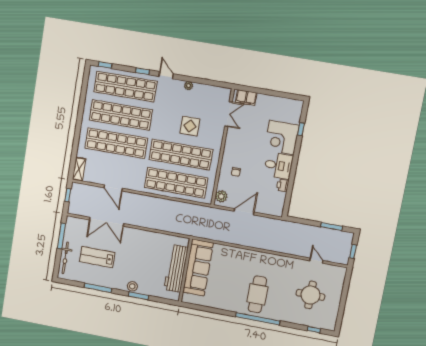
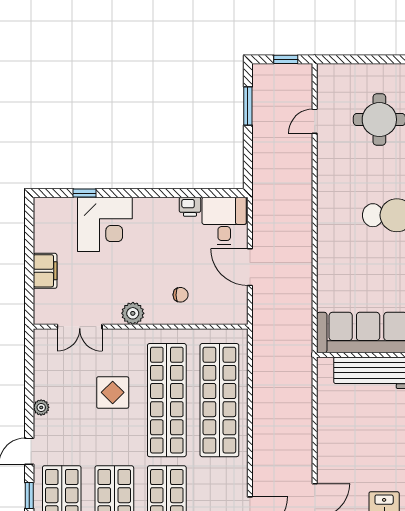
filing cabinet: (246, 98) -> (45, 271), moved
double door: (229, 114) -> (80, 327), swing flipped
desk: (278, 166) -> (224, 221), moved
plant: (221, 196) -> (133, 313), moved

